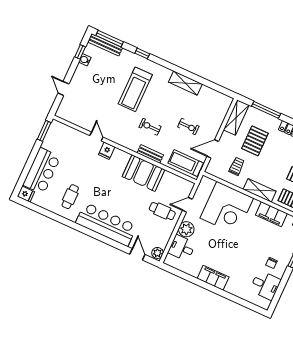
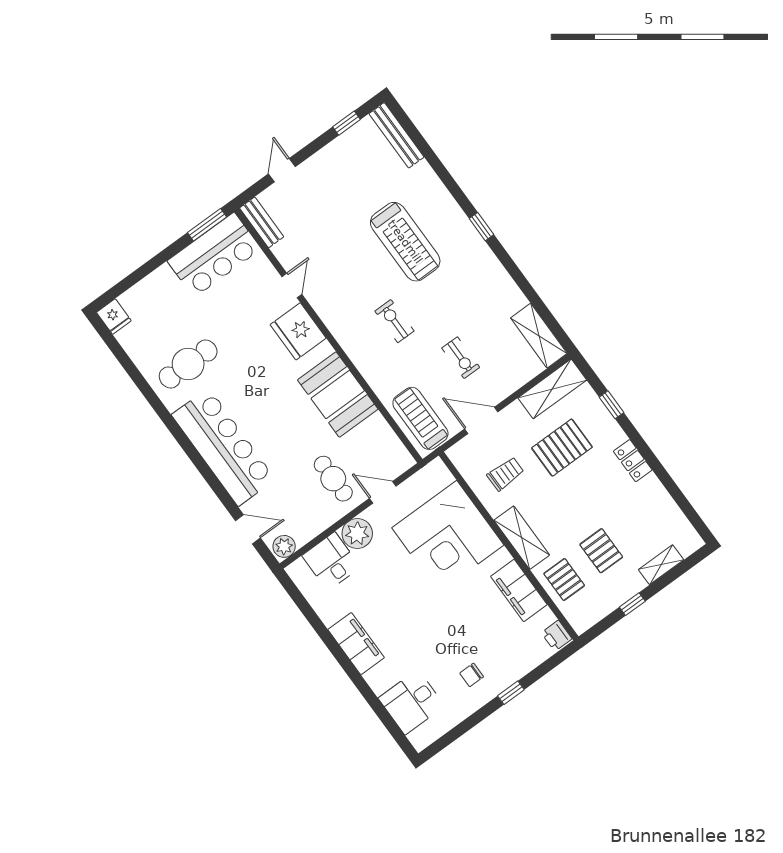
window: (110, 39) -> (410, 129), removed
window: (142, 53) -> (481, 227), moved
water cooler: (85, 60) -> (347, 141), removed
shelving: (185, 83) -> (539, 336), moved
treadmill: (135, 89) -> (405, 242), turned -90
window: (266, 110) -> (611, 405), width x0.46
fridge: (107, 151) -> (298, 331), width x1.88, depth x1.34
bench: (150, 154) -> (262, 222), moved
bar counter: (42, 171) -> (214, 255), moved
cafe table: (70, 197) -> (188, 364), width x1.37, depth x1.35
door: (137, 254) -> (248, 529), hinge flipped
desk: (265, 285) -> (412, 702), moved, turned 90

